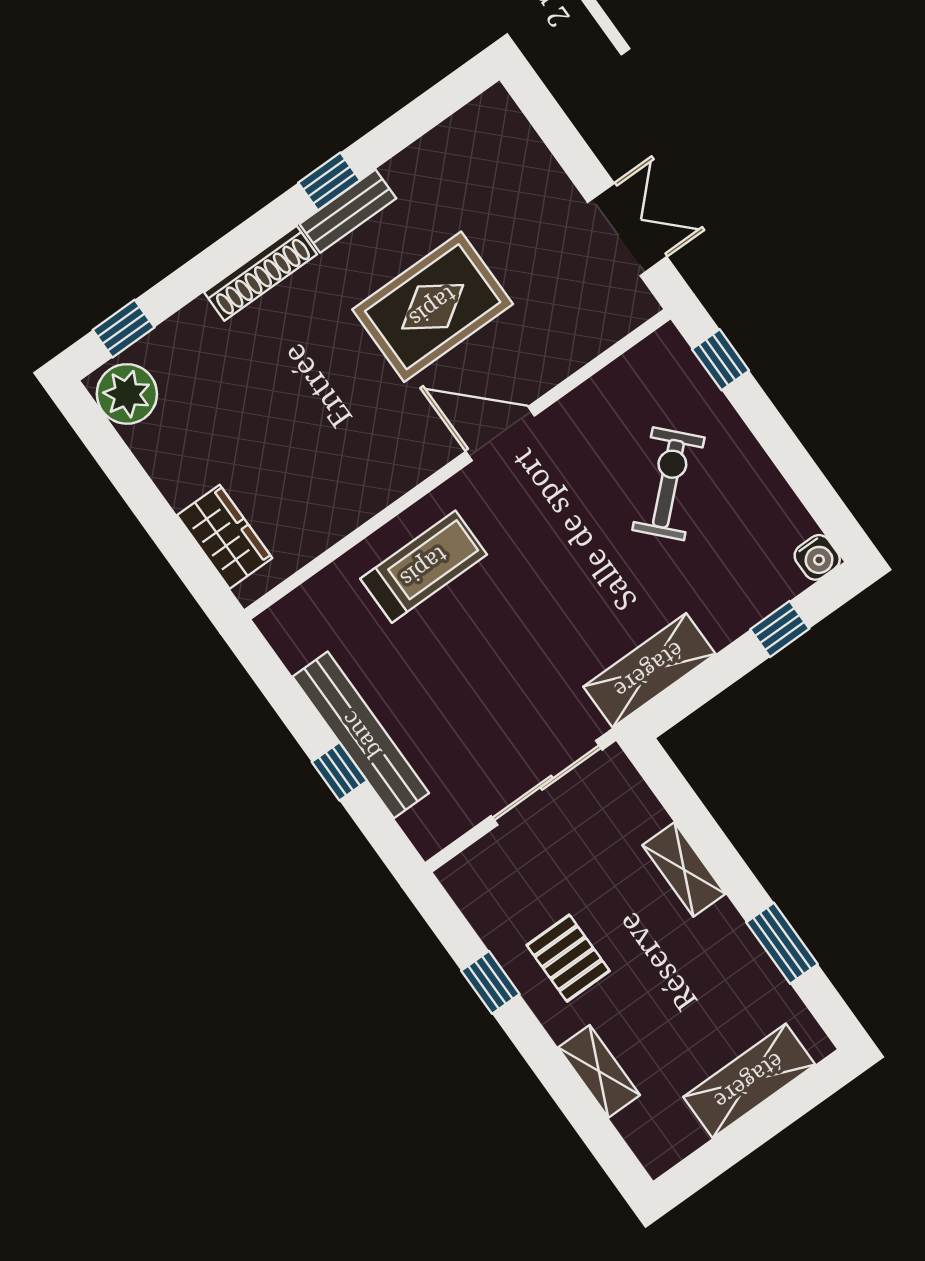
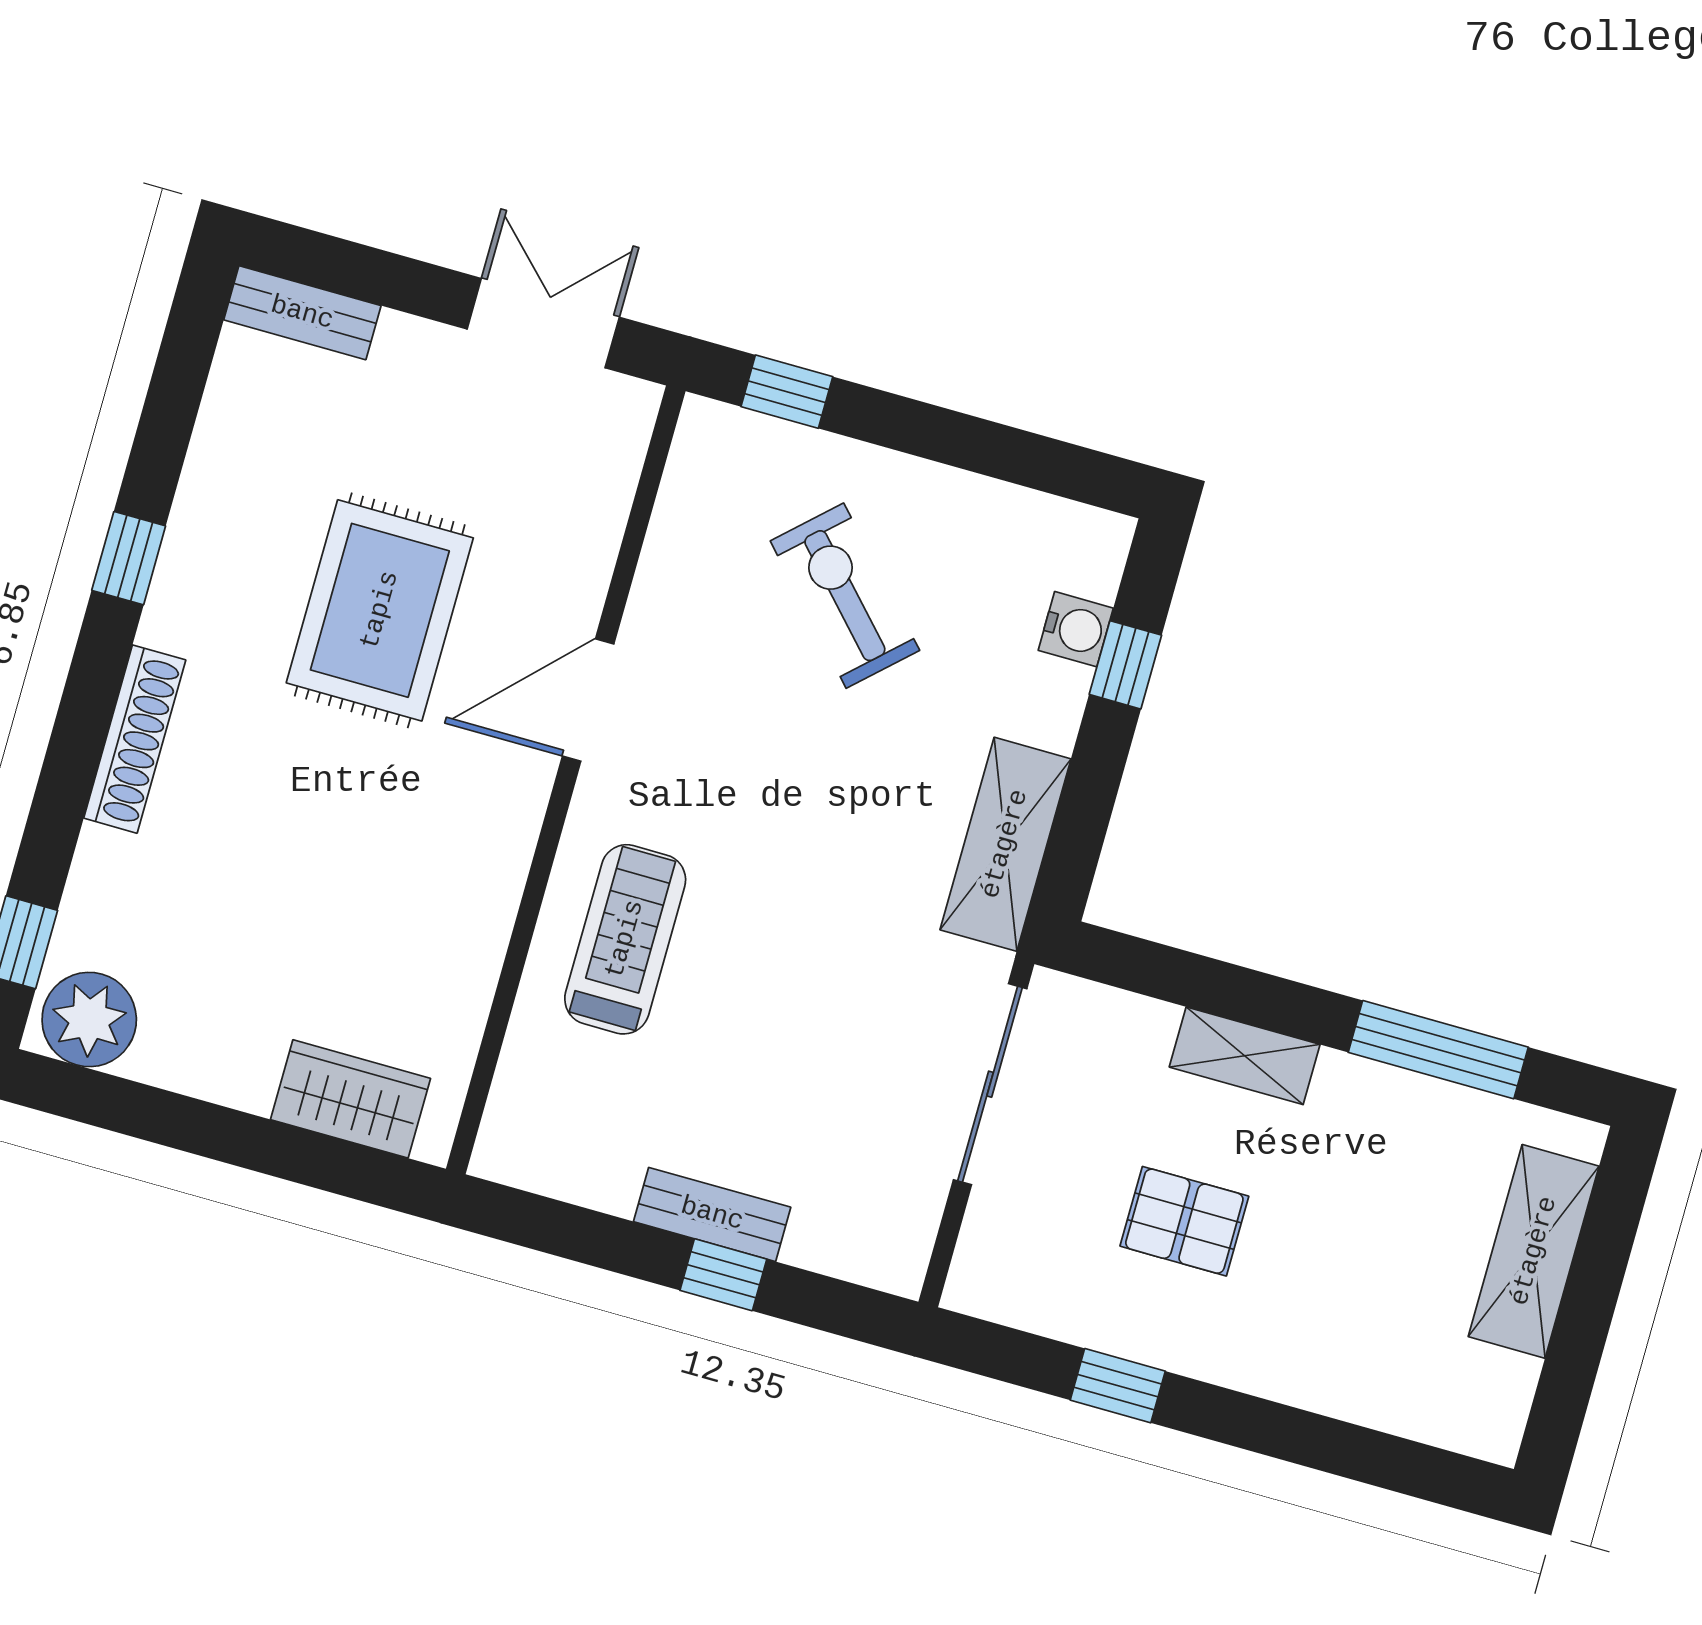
bench: (348, 211) -> (302, 313), moved, turned 90
water cooler: (817, 557) -> (1076, 629), moved
bench: (361, 735) -> (712, 1214), width x0.54, depth x0.82
window: (782, 943) -> (1438, 1050), width x1.44
pallet: (568, 958) -> (1184, 1221), moved
shelving: (599, 1071) -> (1339, 1388), removed

